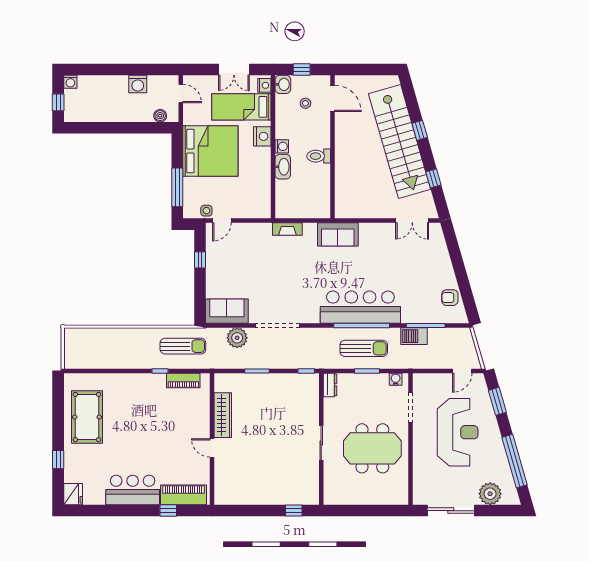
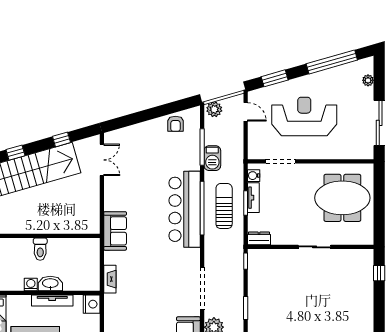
nightstand: (262, 136) -> (92, 304), moved, turned 90
tv unit: (265, 169) -> (52, 301), added
plant: (465, 338) -> (214, 109), added
tv unit: (373, 379) -> (253, 198), added
meeting table: (372, 448) -> (342, 198), moved, turned 90
plant: (490, 494) -> (368, 80), width x0.53, depth x0.53

